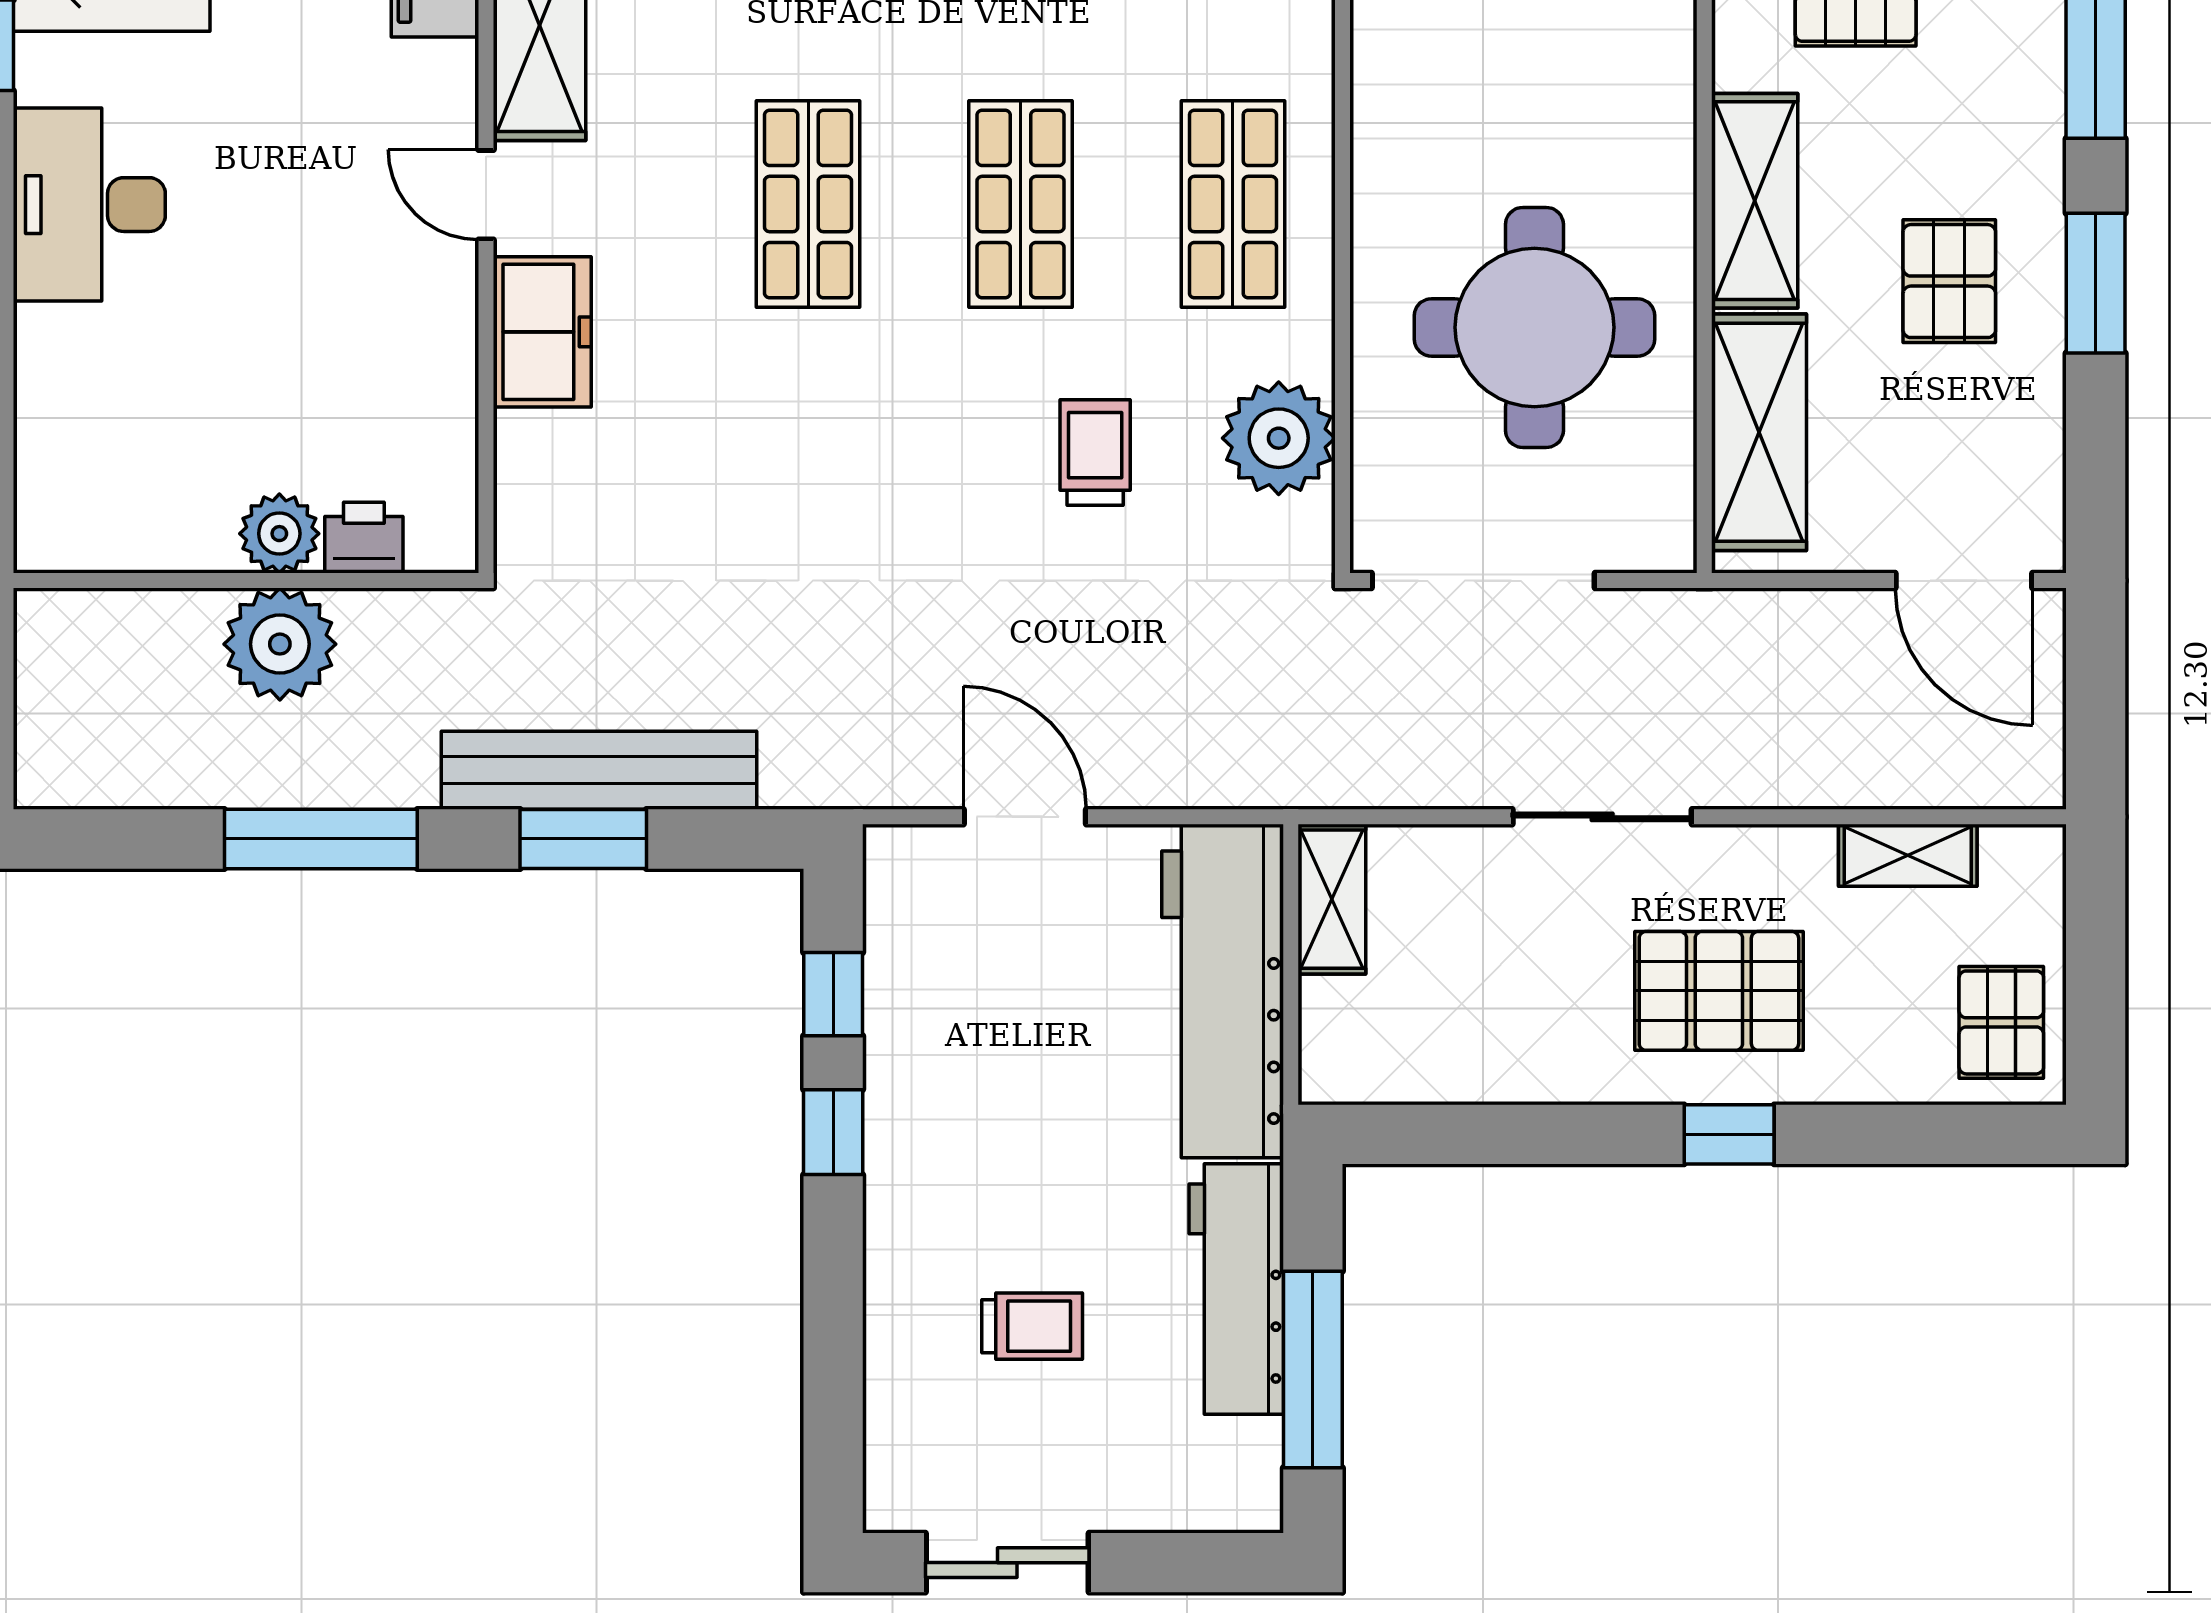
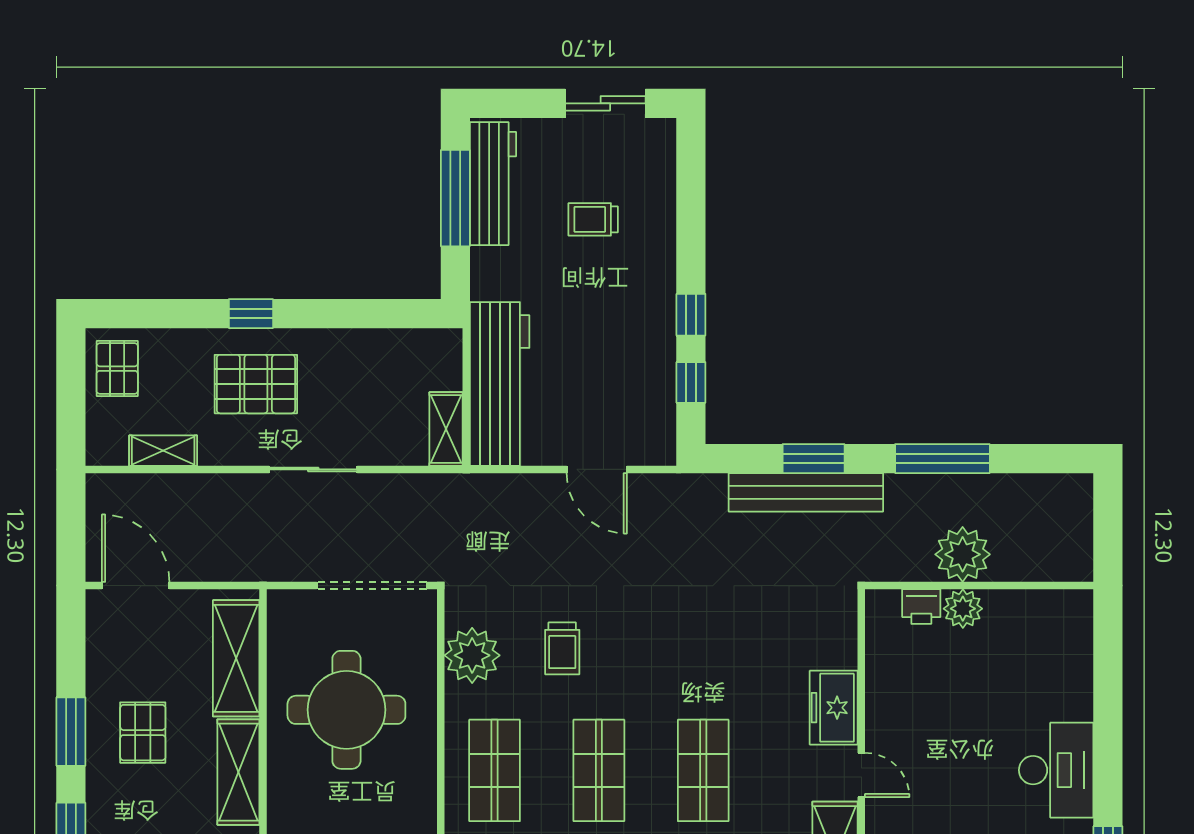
workbench: (1236, 1289) -> (493, 184), moved

